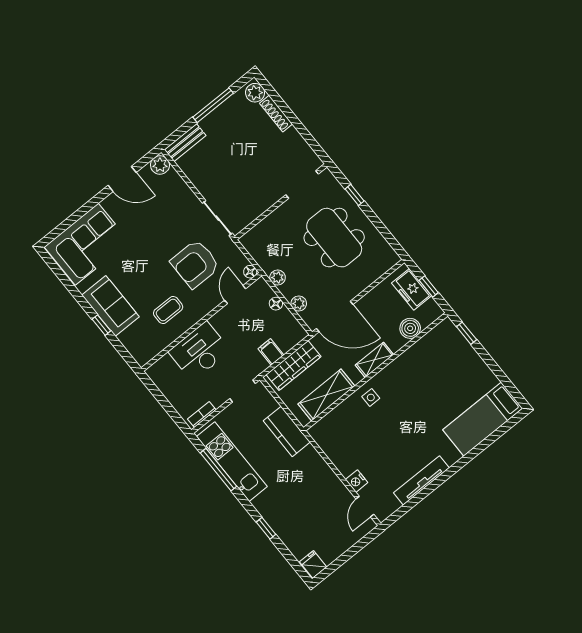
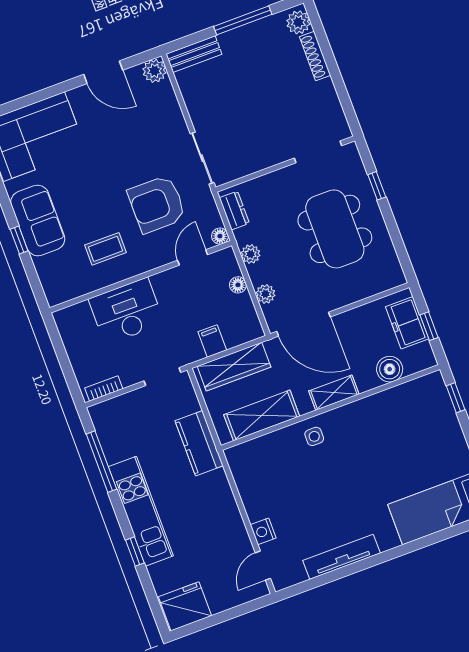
dresser: (255, 249) -> (234, 210), added
kitchen unit: (232, 462) -> (141, 511), moved
fridge: (313, 564) -> (185, 606), width x1.88, depth x1.34

